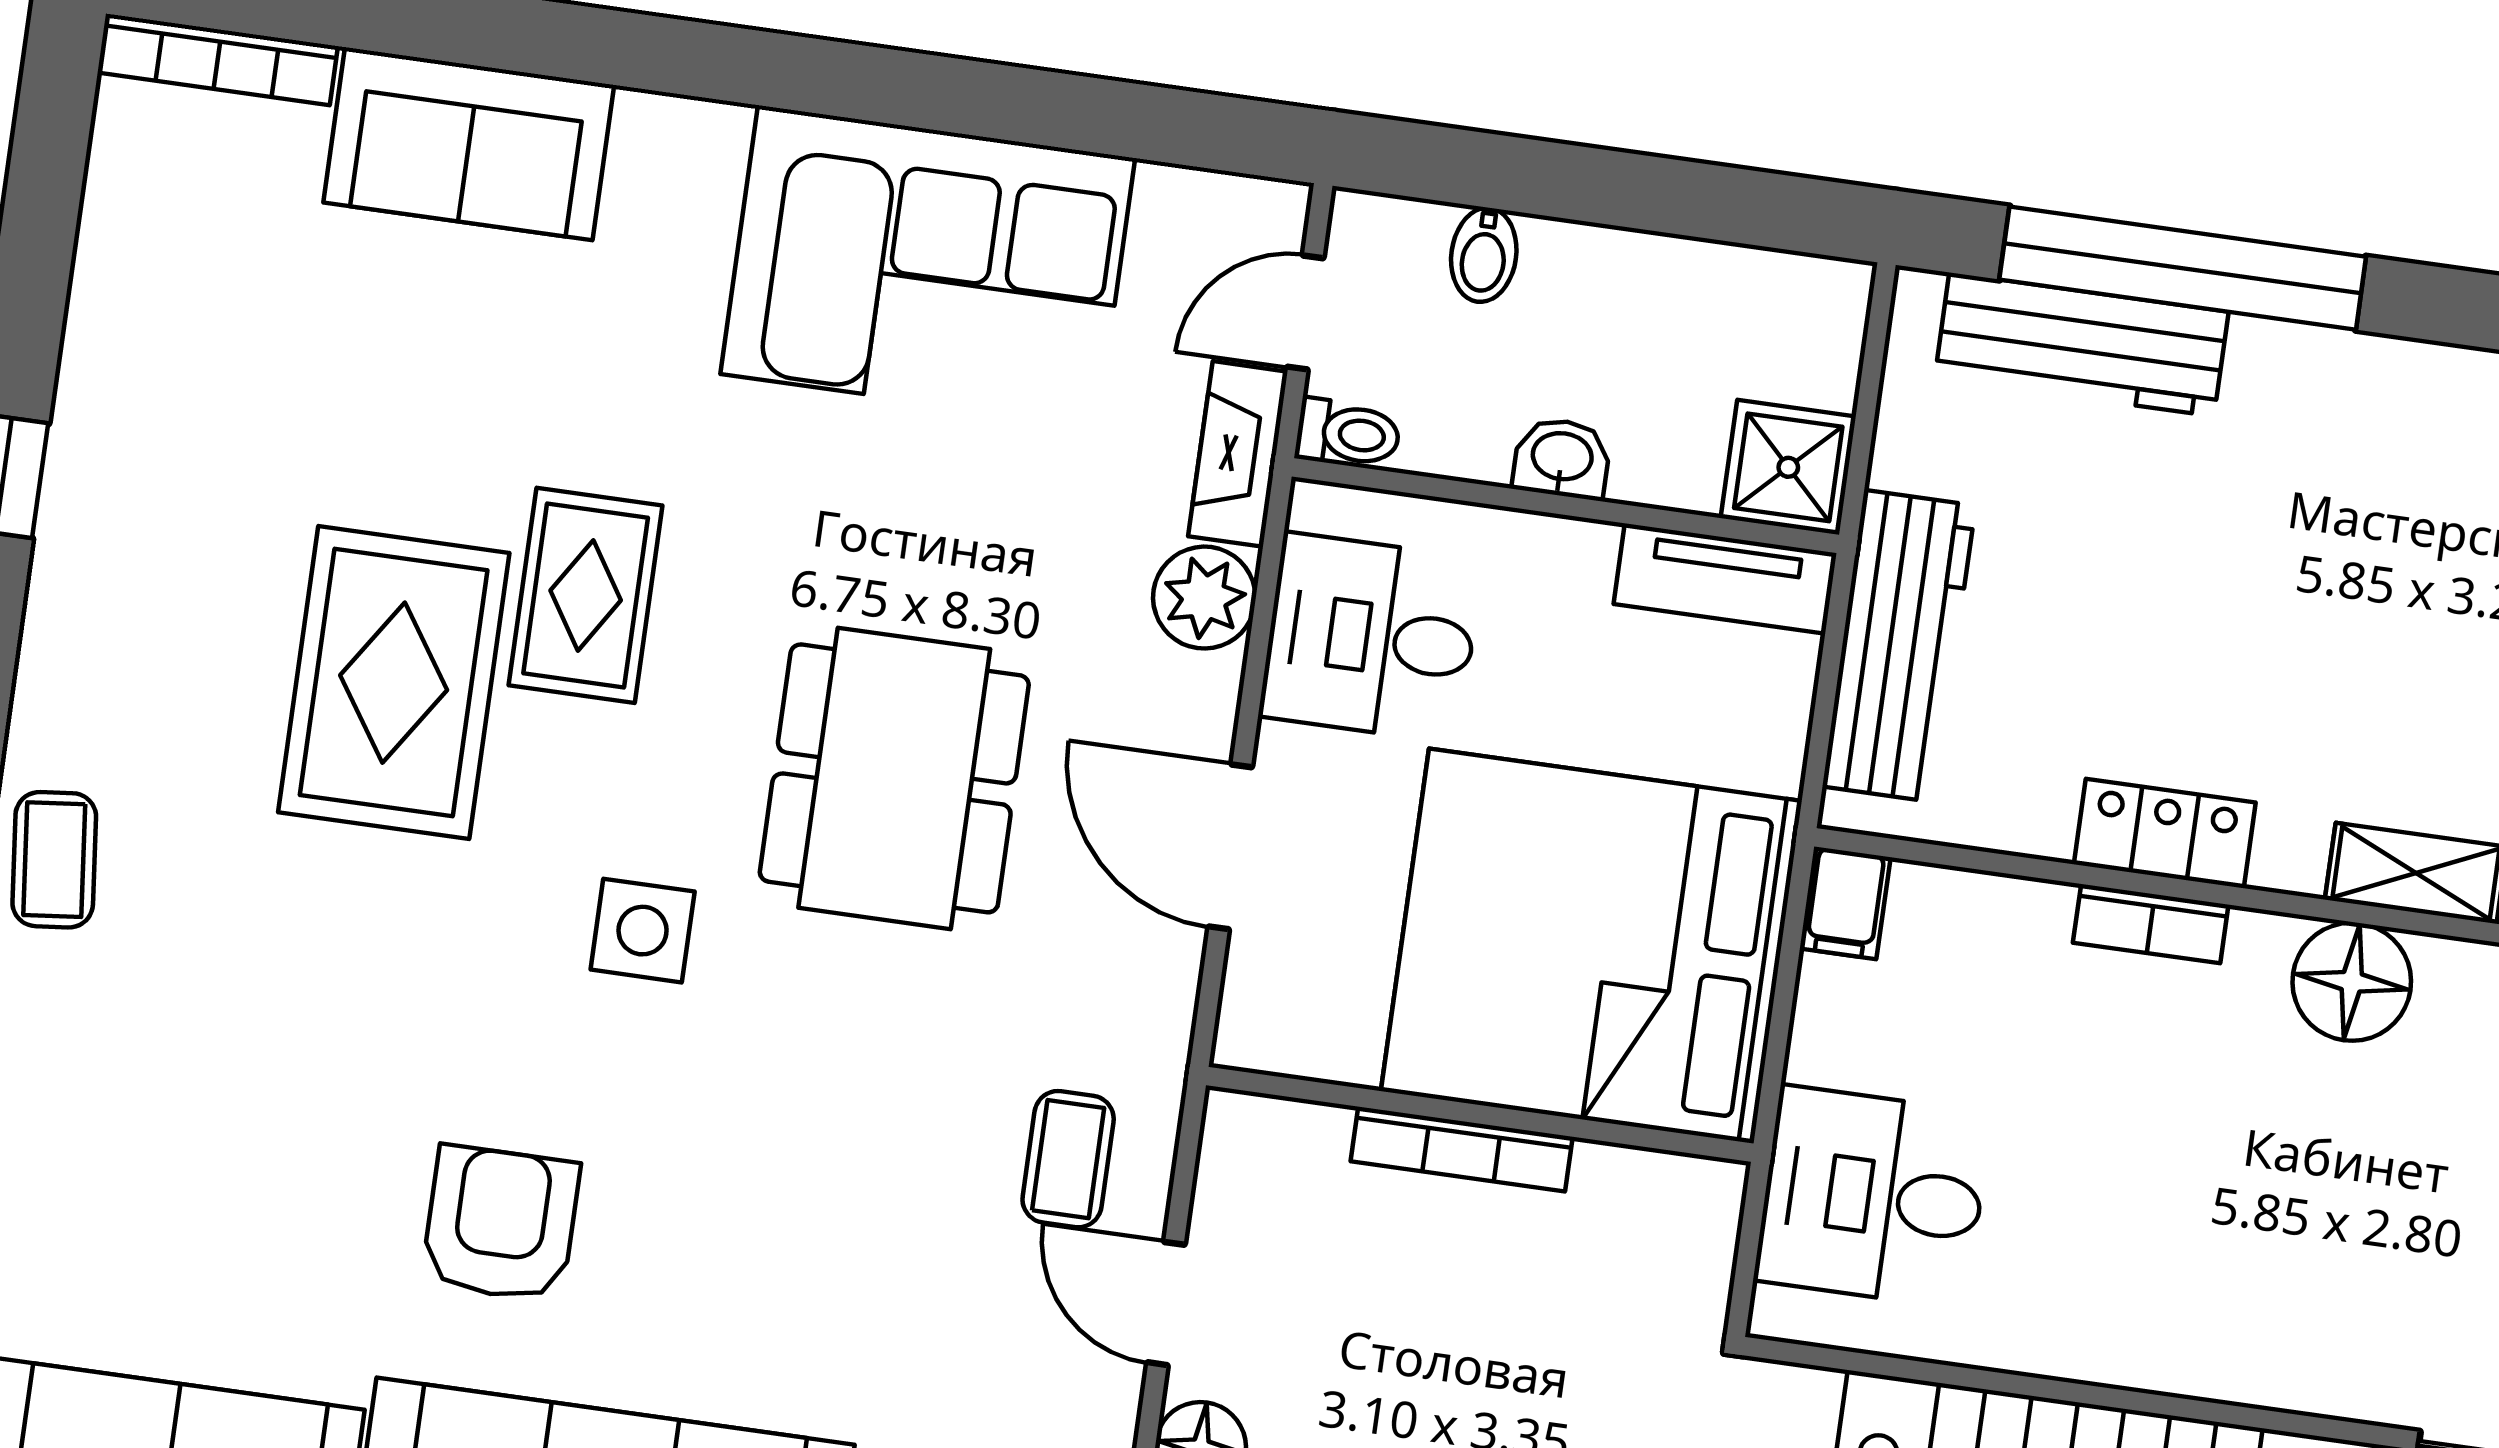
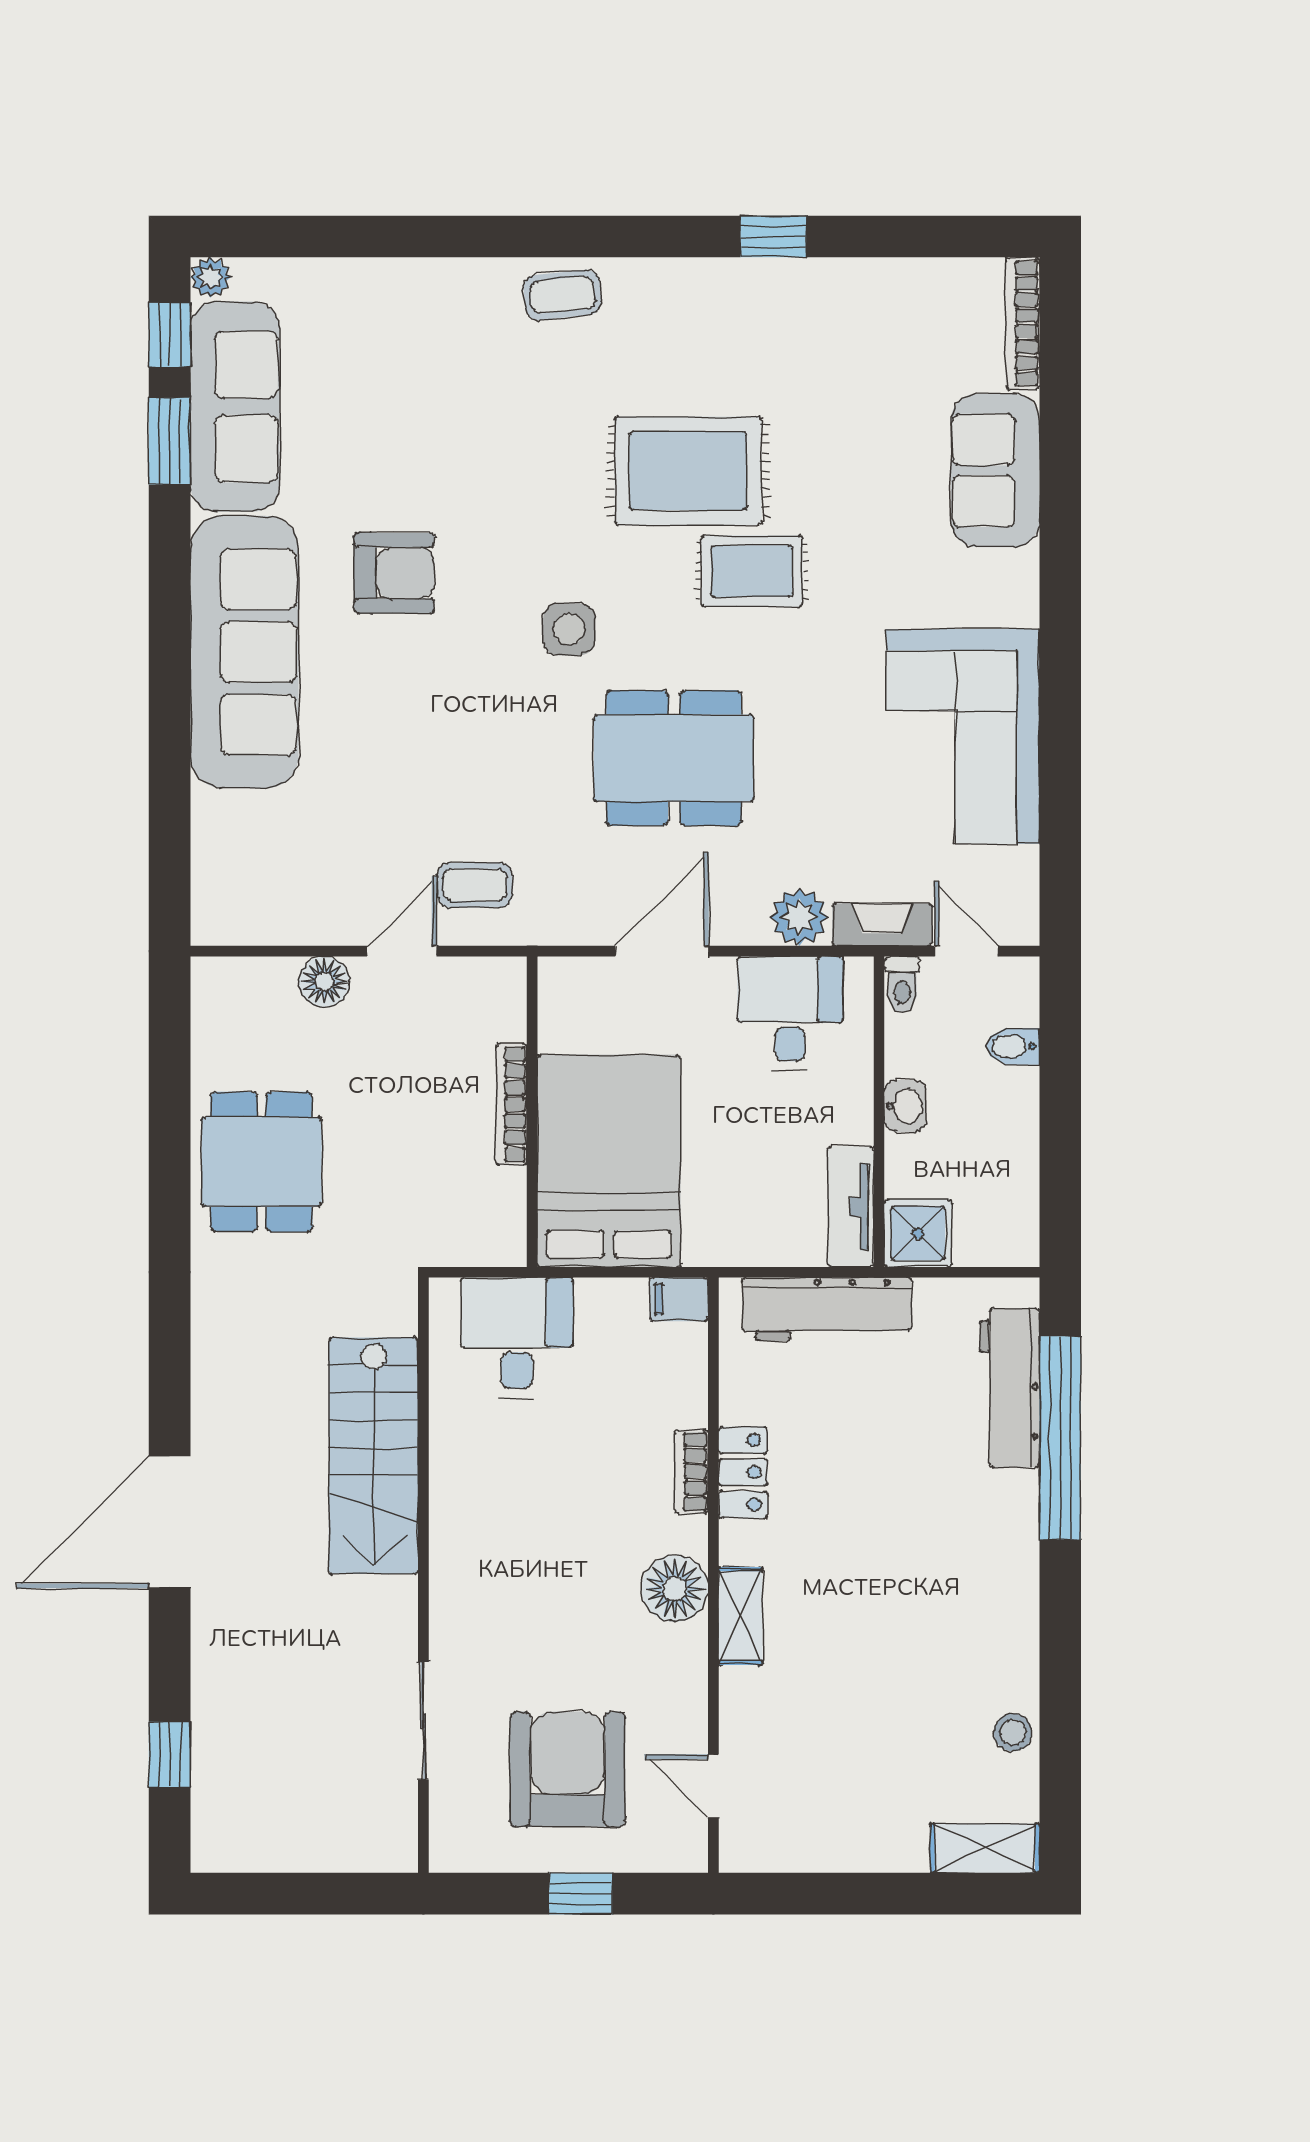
bed: (1591, 946) -> (609, 1161), width x0.73

